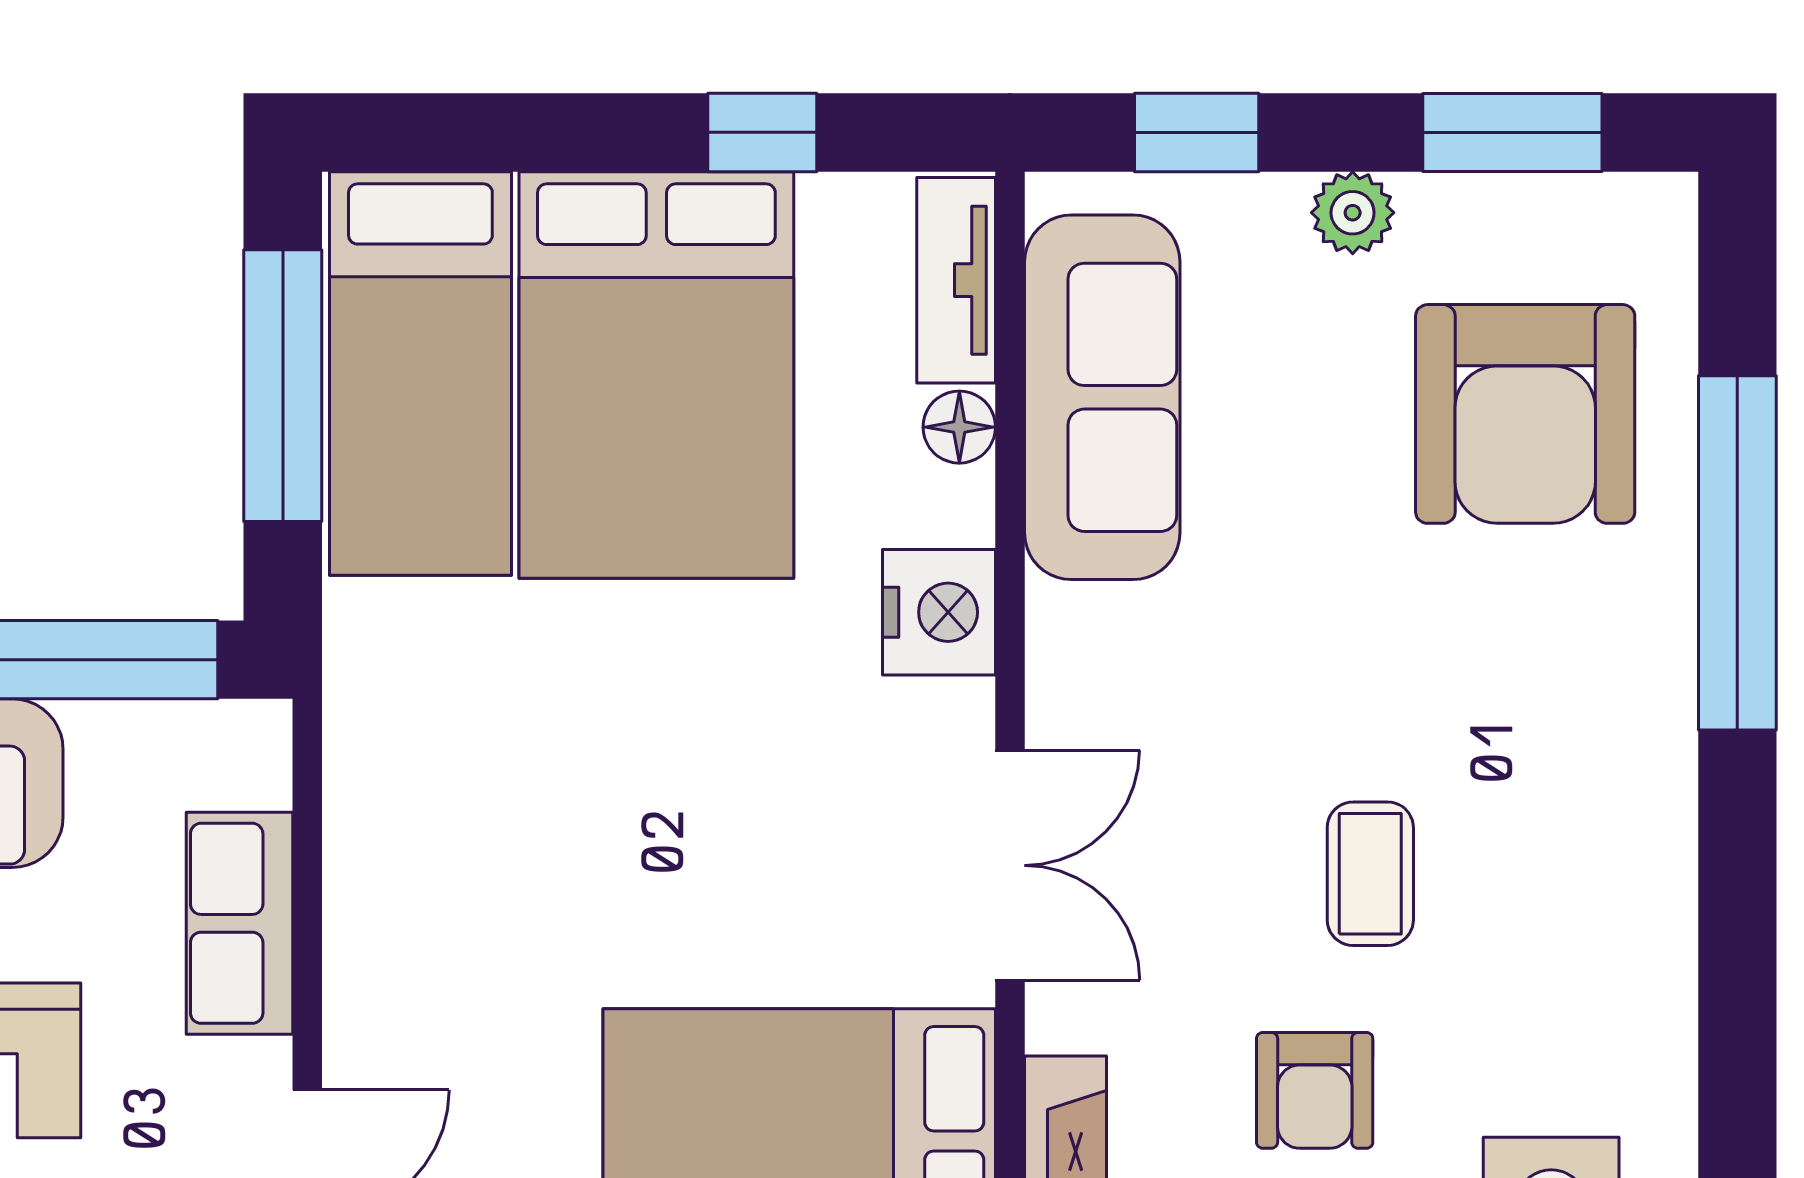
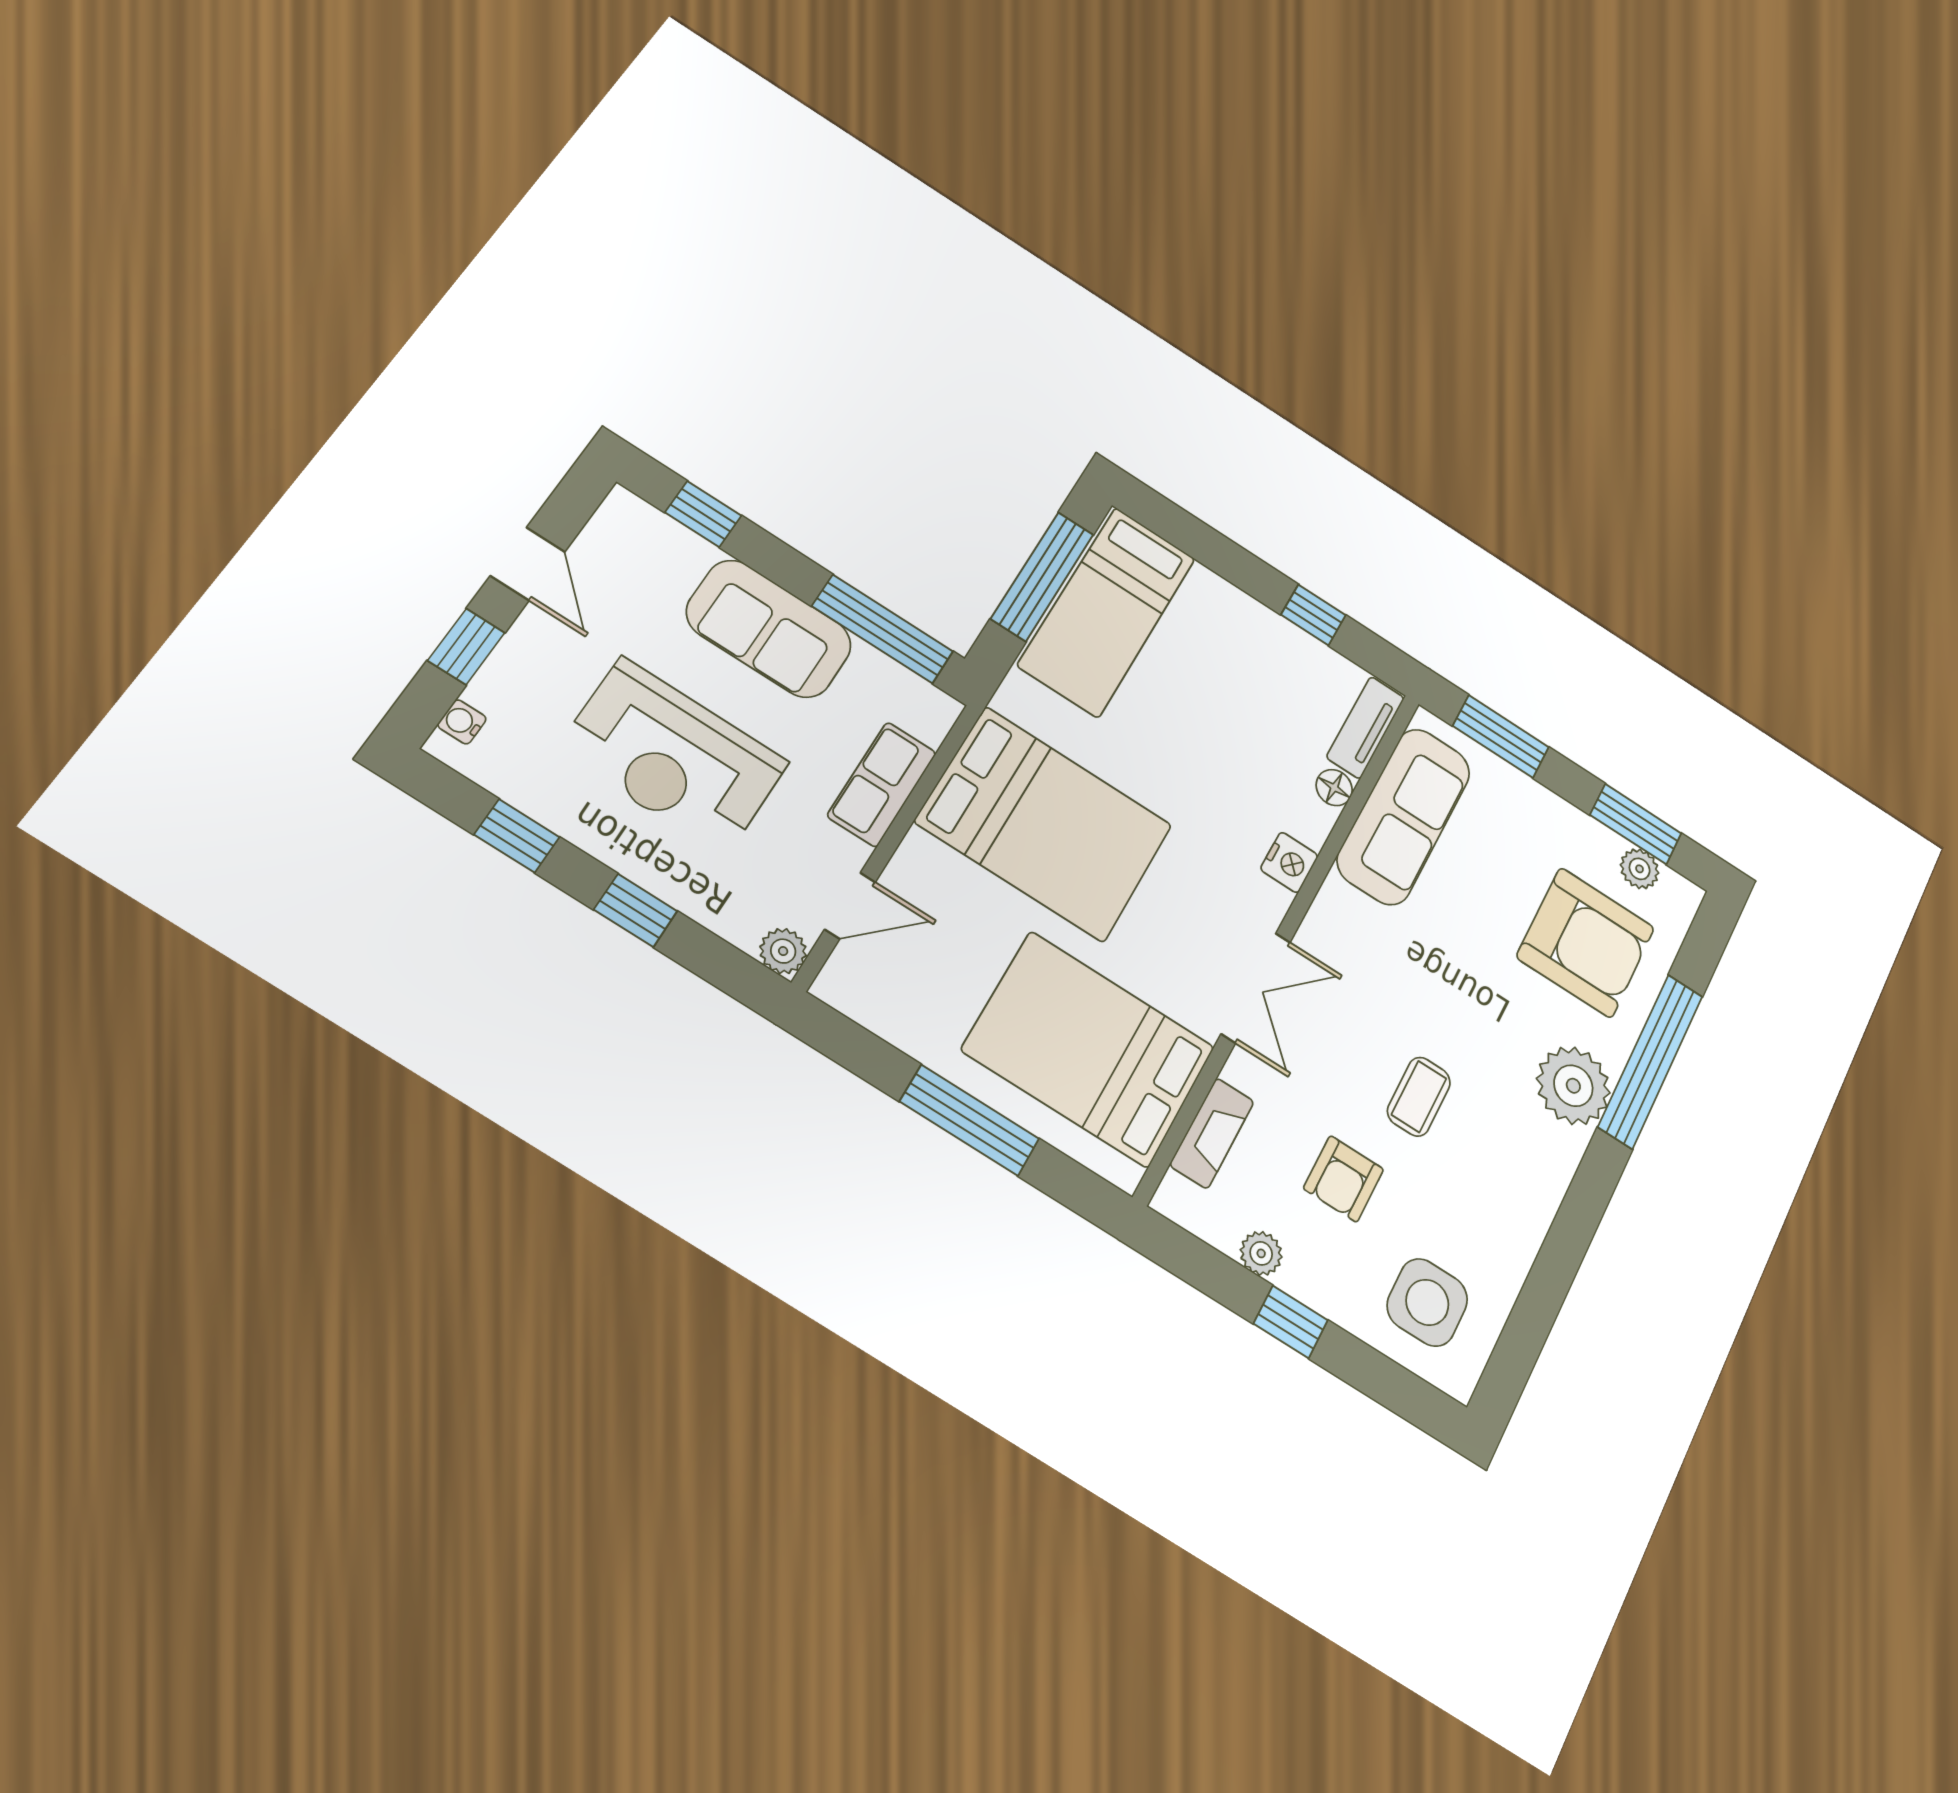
window: (1197, 132) -> (1501, 737), width x1.50
plant: (1353, 213) -> (1640, 869), moved
bed: (656, 375) -> (1044, 824), moved, turned -90
armchair: (1525, 414) -> (1586, 942), turned -90
nightstand: (939, 612) -> (1289, 862), width x0.74, depth x0.75
plant: (1623, 685) -> (1573, 1086), added

